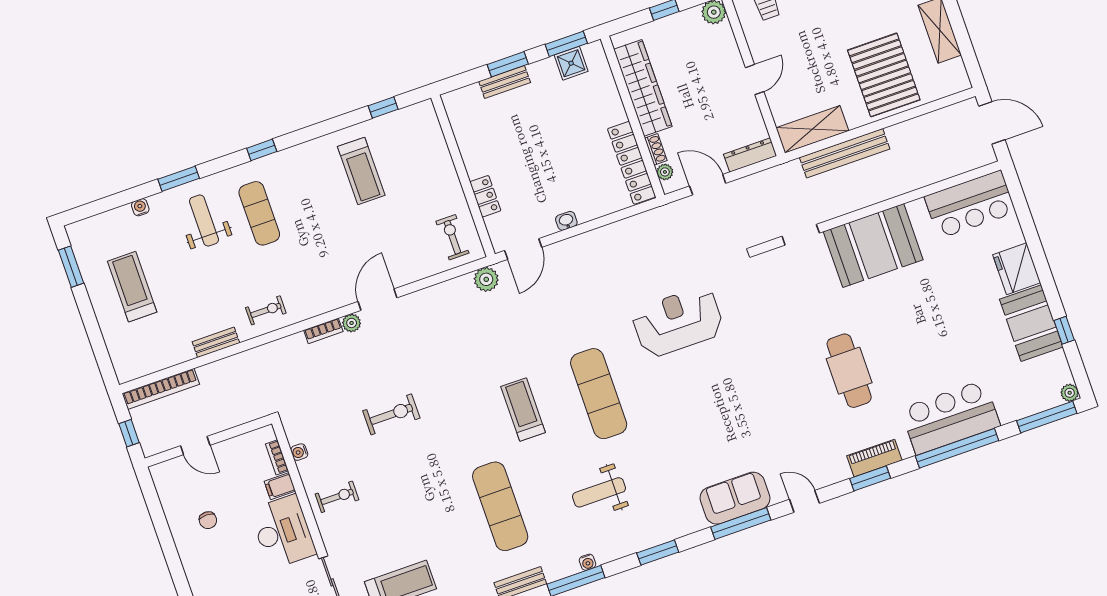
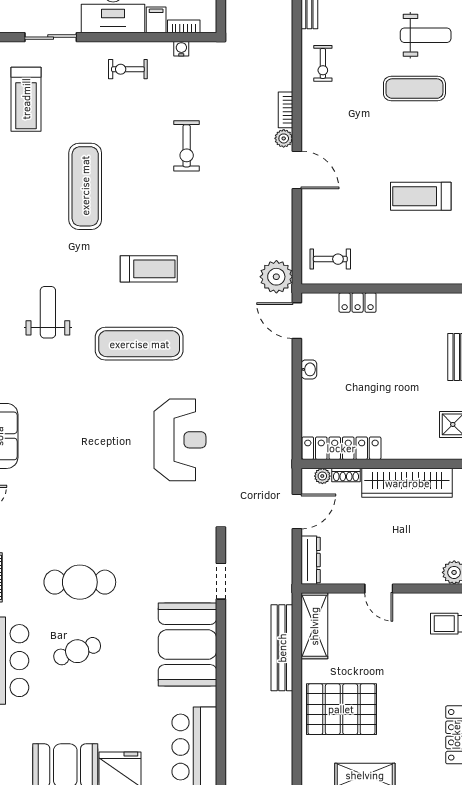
plant: (486, 279) -> (276, 277), width x1.36, depth x1.36
cafe table: (917, 350) -> (77, 651), added
exercise bike: (337, 497) -> (128, 69), turned 90
exercise mat: (500, 506) -> (85, 186), moved, turned 90

